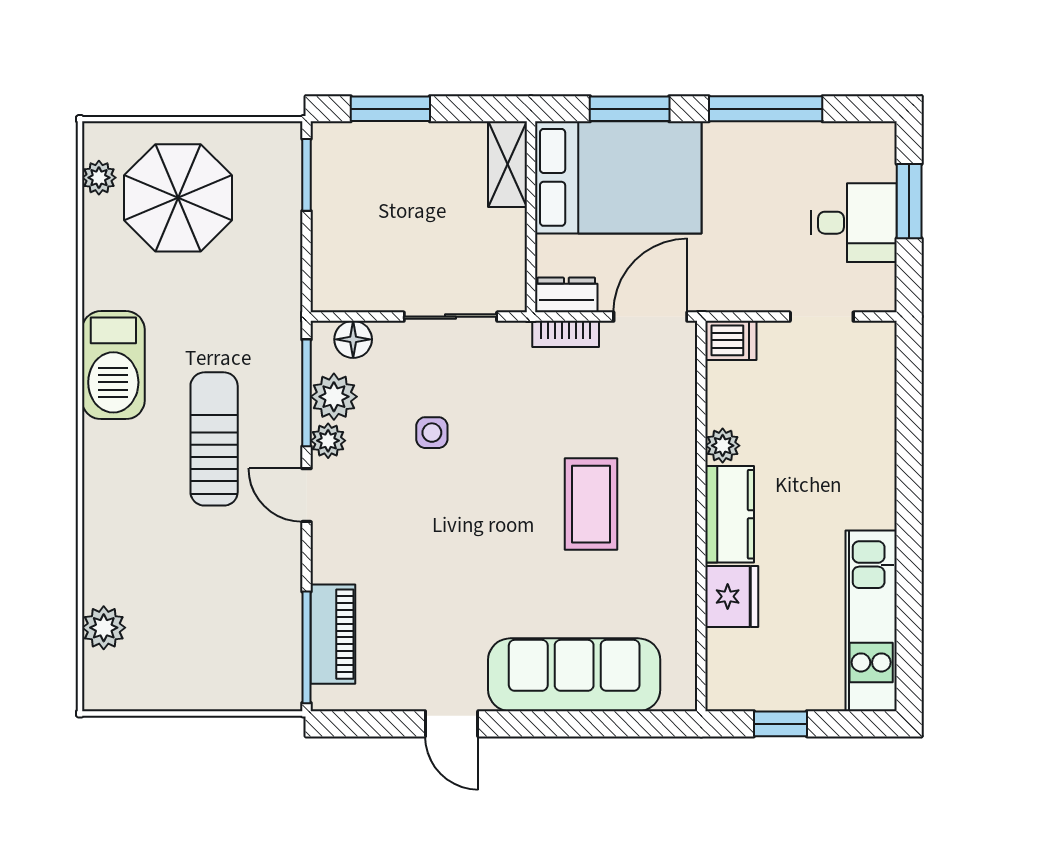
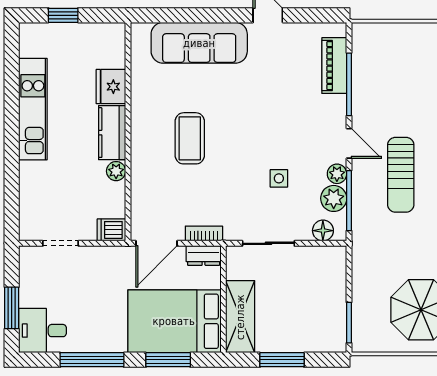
window: (390, 109) -> (282, 360), moved
shelving: (507, 164) -> (240, 317), width x1.50, depth x1.33
desk: (854, 223) -> (42, 331), moved
kitchen unit: (871, 621) -> (33, 109), moved
window: (306, 647) -> (349, 84), moved
window: (780, 724) -> (63, 15), moved

